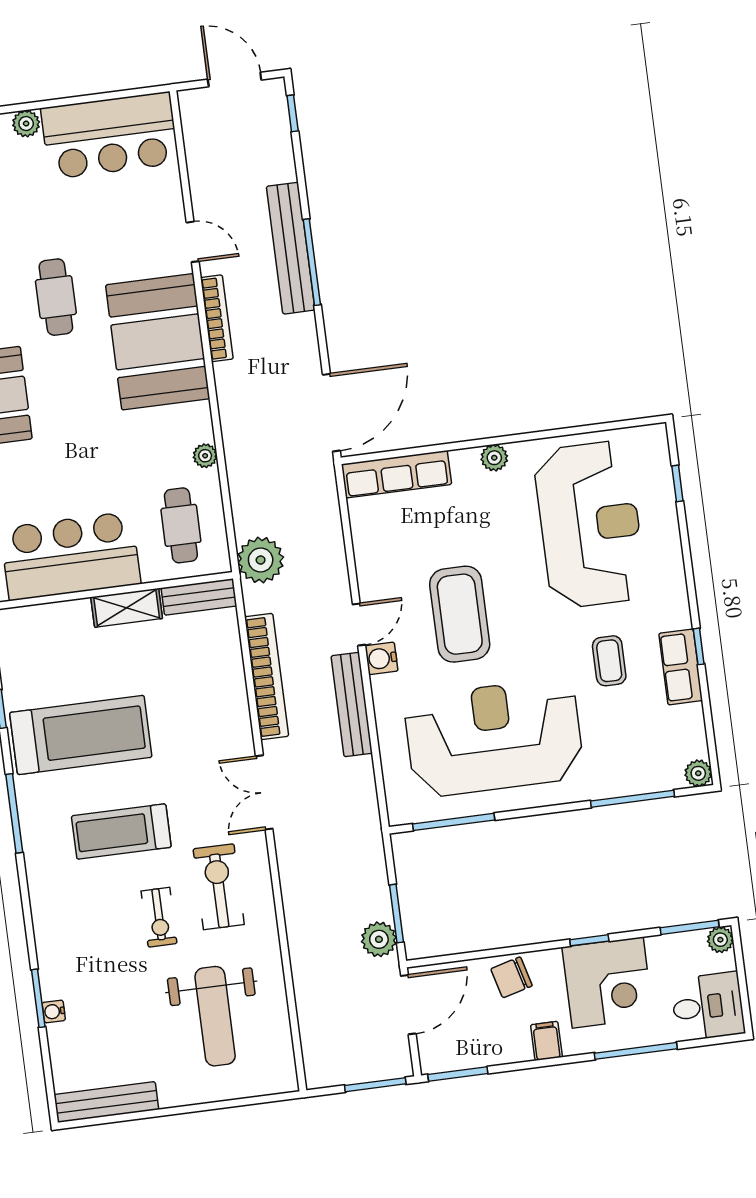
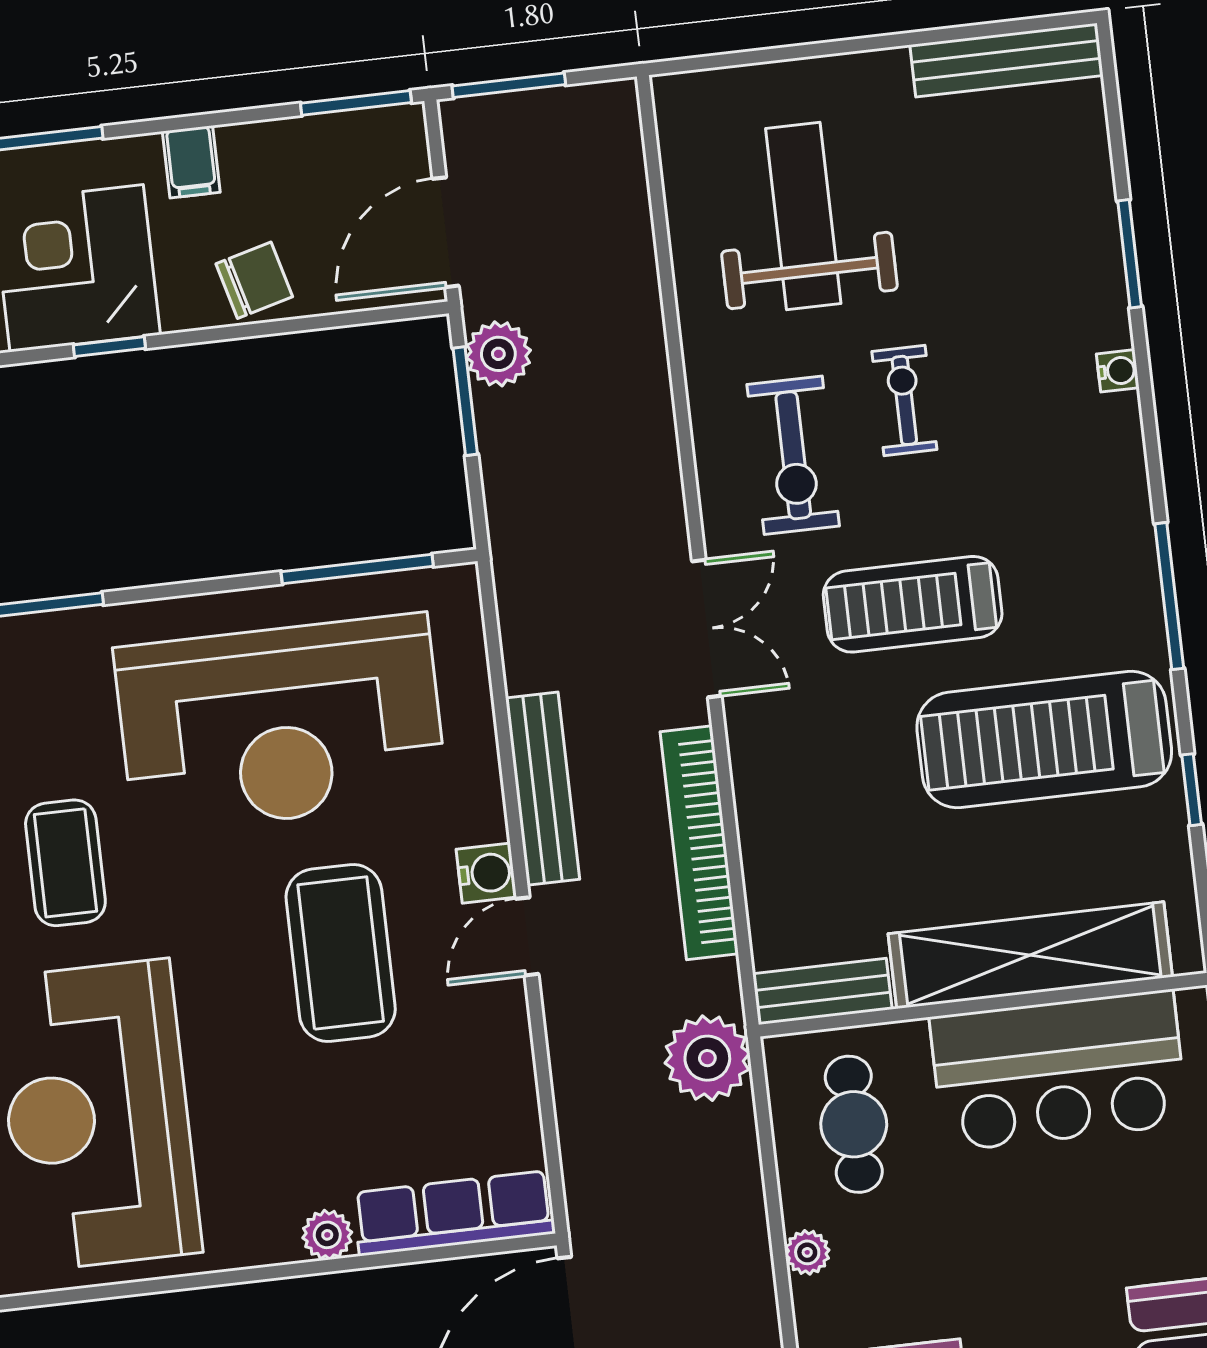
plant: (494, 458) -> (327, 1235), moved
shelving: (127, 608) -> (1030, 955), width x2.20, depth x1.33
coffee table: (609, 661) -> (65, 863), width x1.36, depth x1.30
treadmill: (121, 832) -> (913, 604), moved, turned 180
water cooler: (54, 1011) -> (1118, 371), moved

